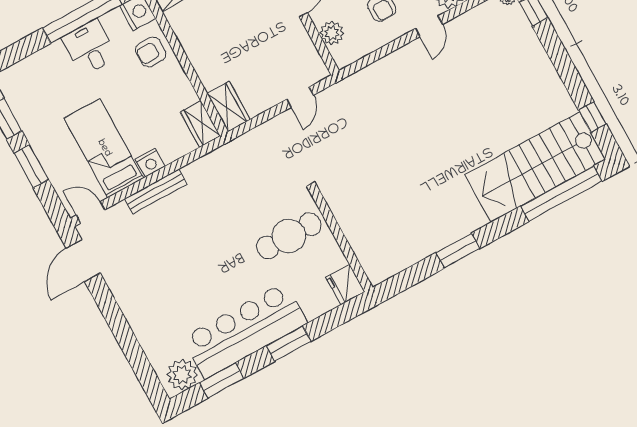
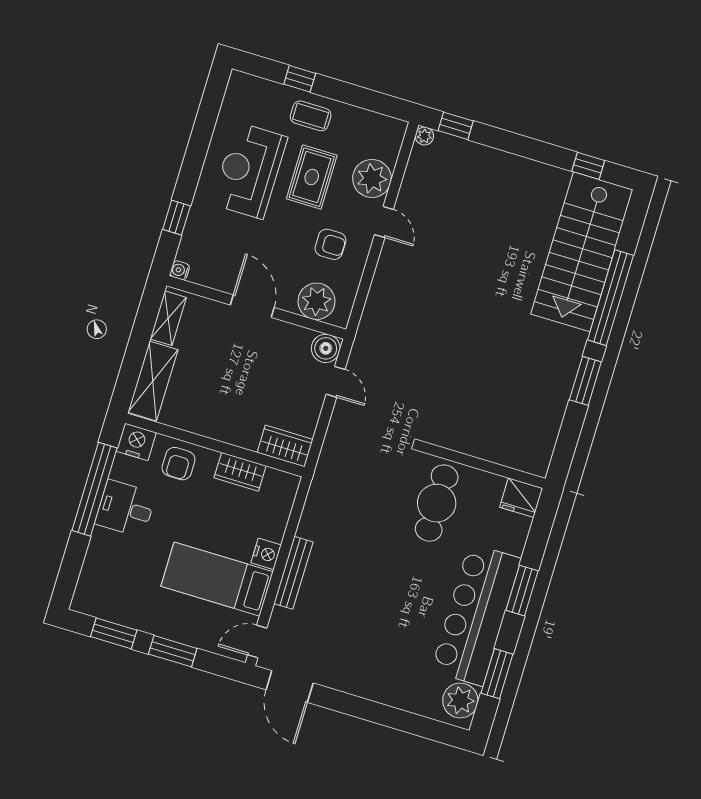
plant: (332, 33) -> (316, 301), width x1.36, depth x1.36
boiler: (314, 70) -> (326, 348), added
wardrobe: (200, 124) -> (240, 472), moved
window: (561, 194) -> (610, 298), moved

